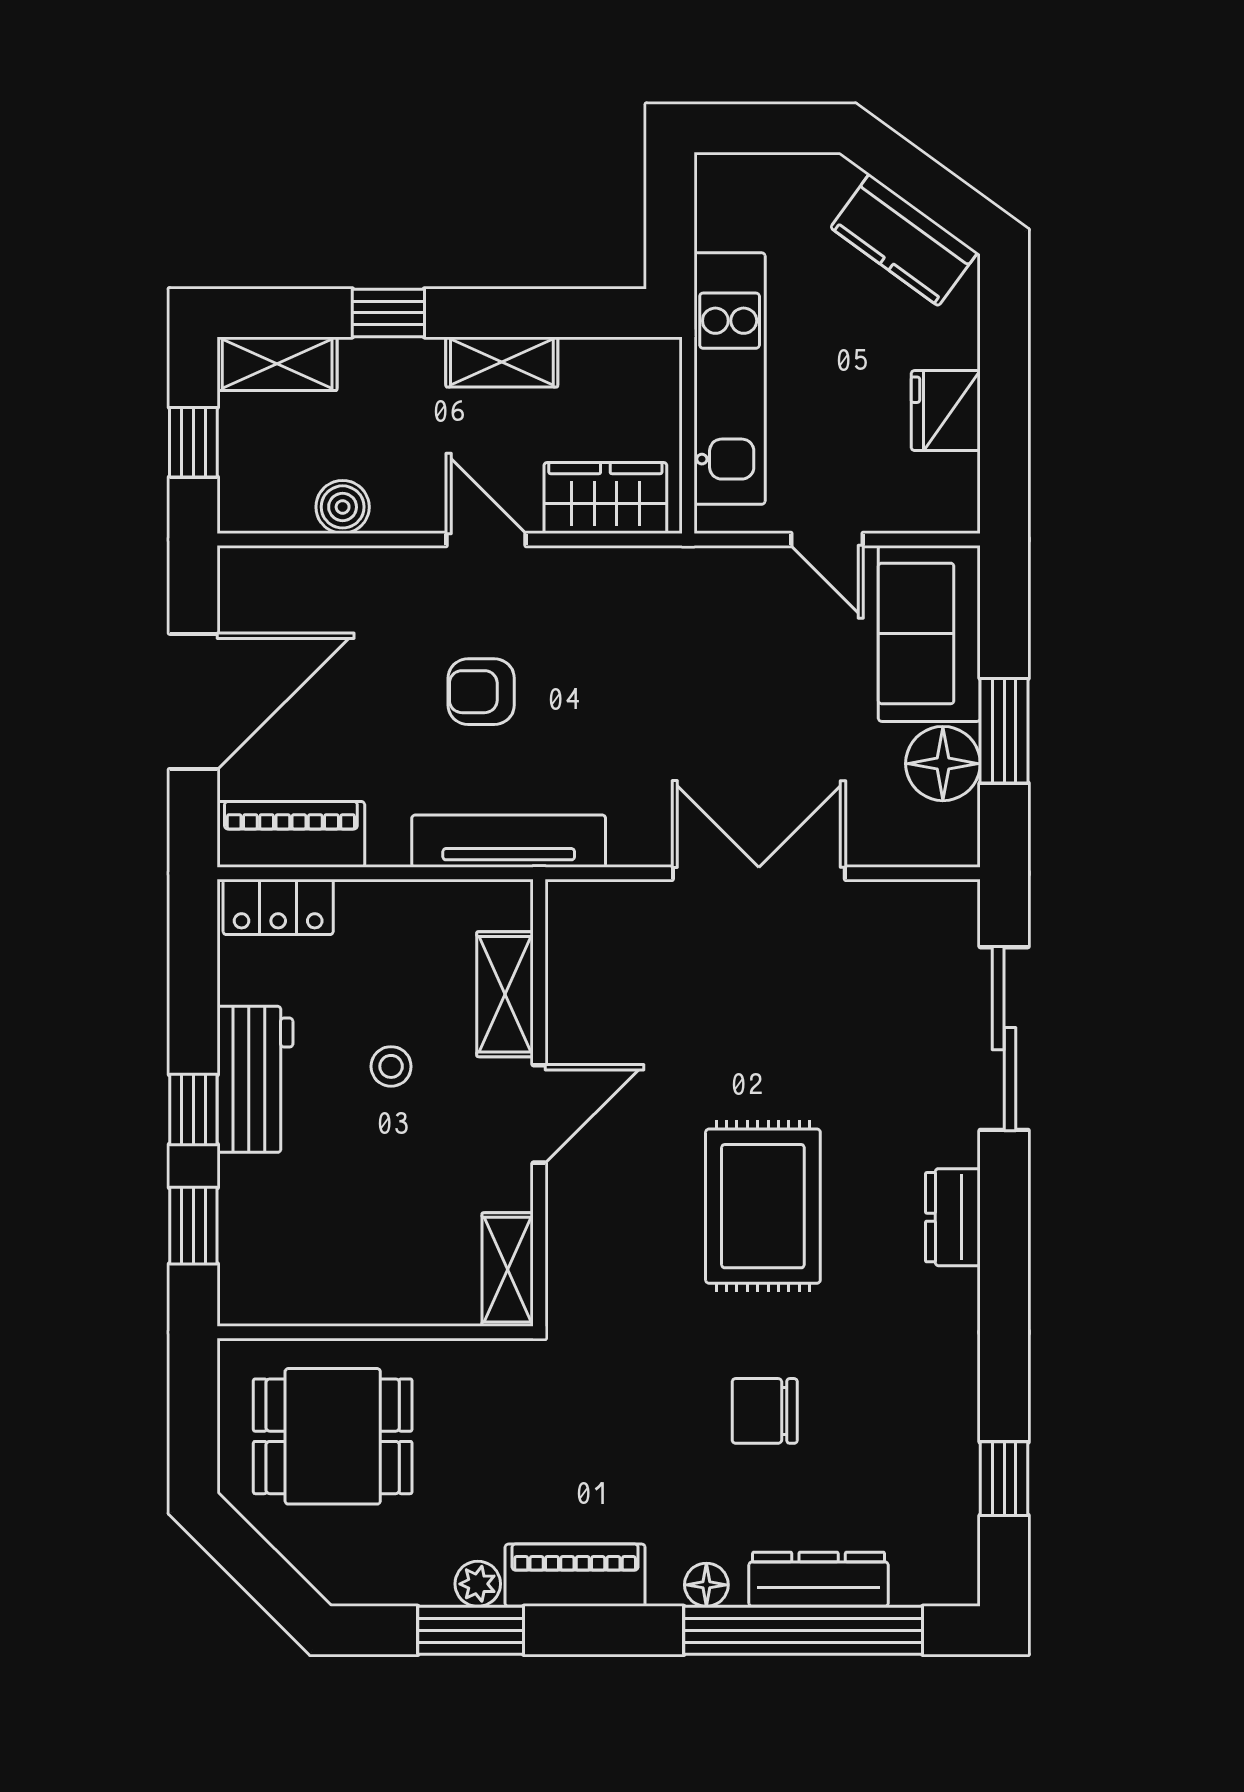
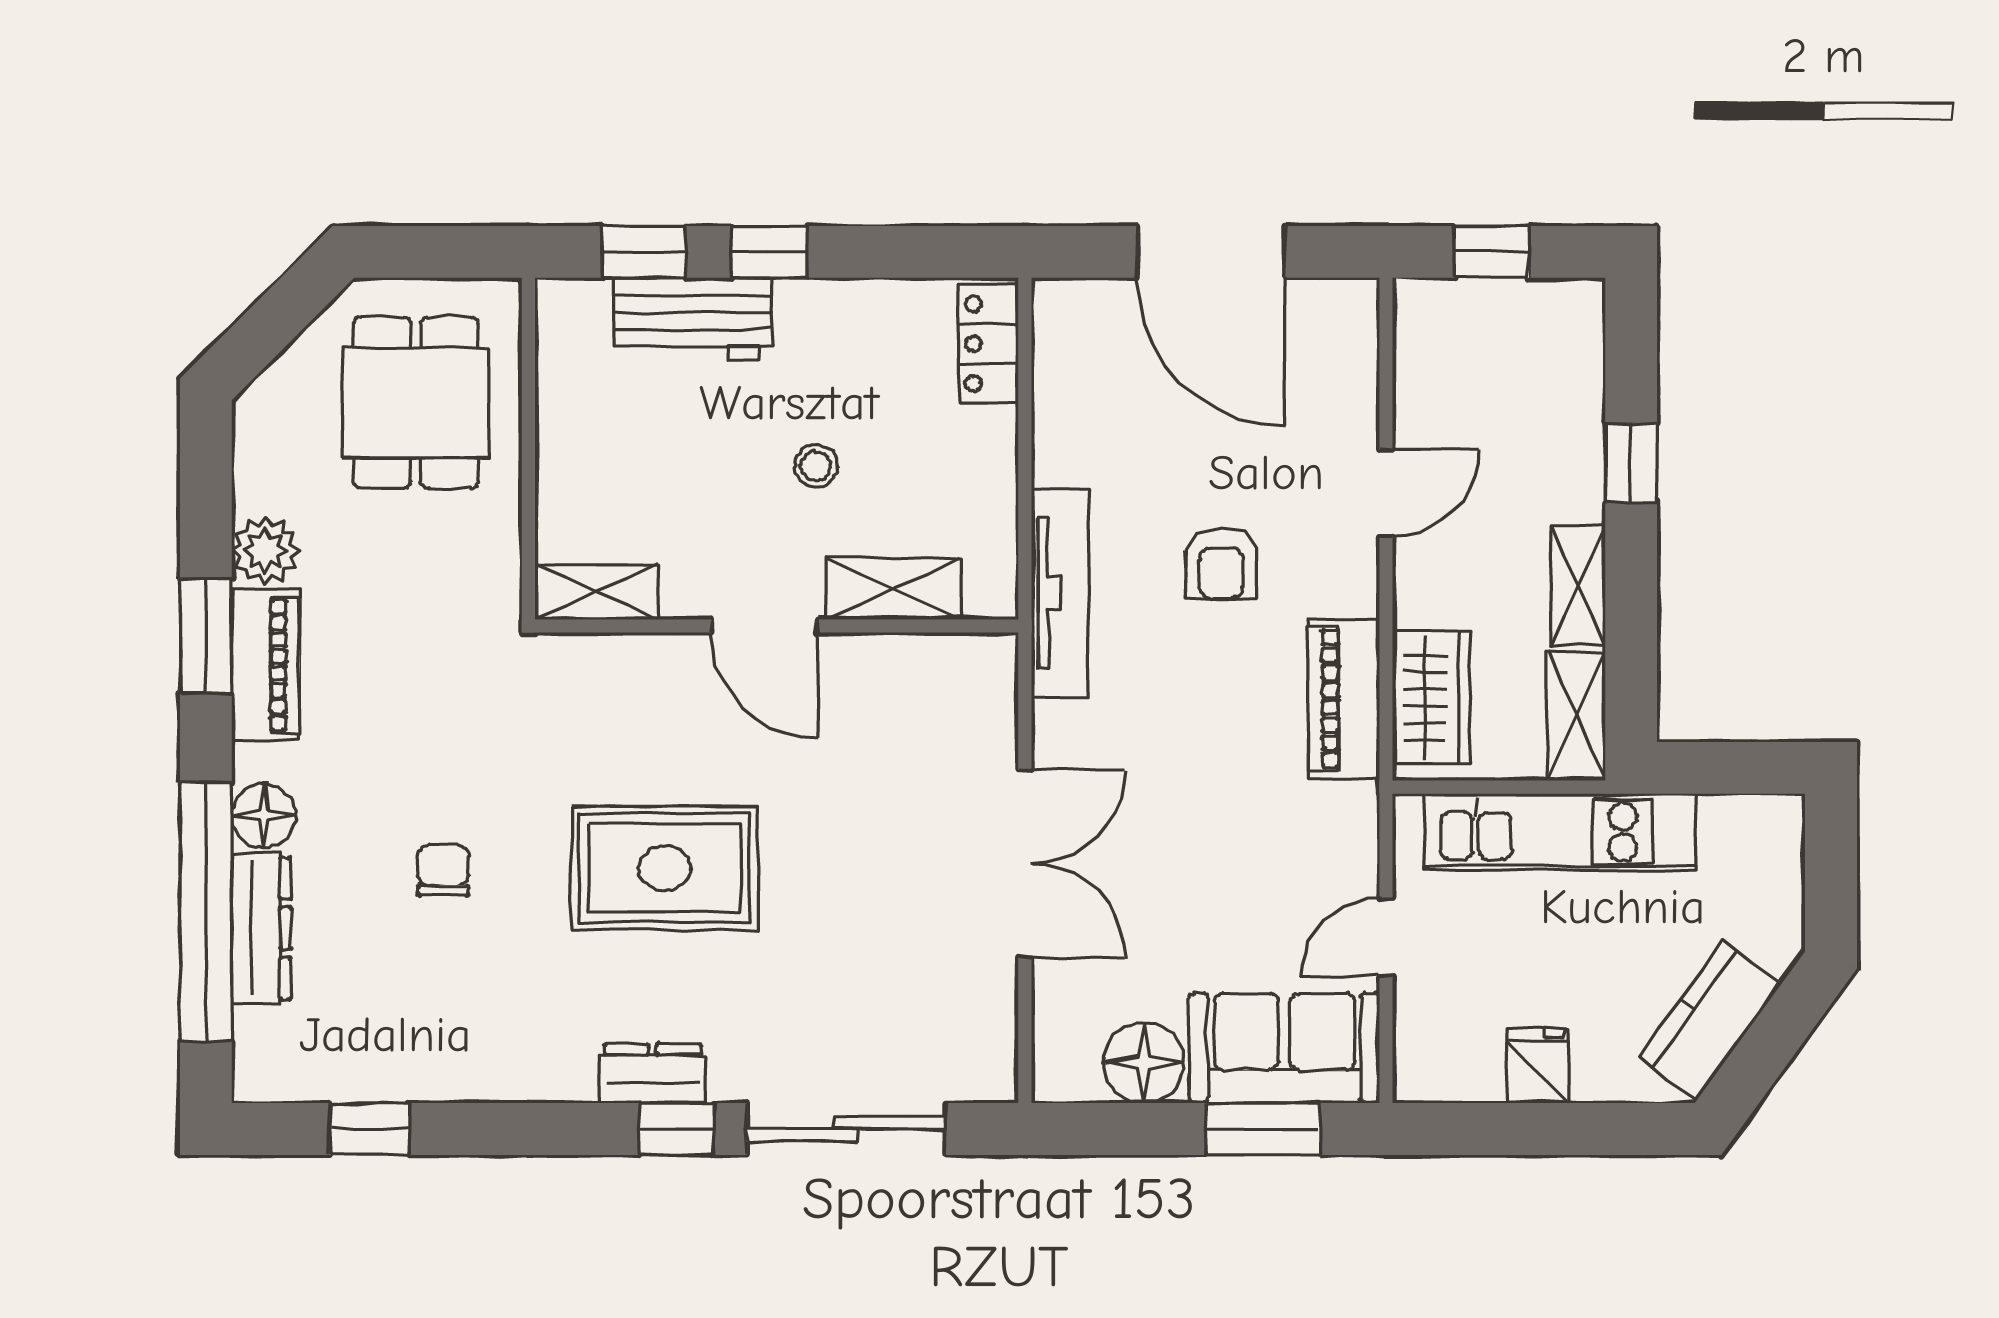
shelving: (277, 364) -> (1576, 716), moved
fridge: (946, 411) -> (1538, 1066), width x0.72
boiler: (343, 507) -> (1421, 413), removed
door: (486, 539) -> (1386, 493), moved
armchair: (481, 692) -> (1221, 563), turned 180
window: (1004, 731) -> (1263, 1129), moved
piano: (291, 834) -> (1344, 699), moved, turned 180
workbench: (255, 1079) -> (693, 319), moved
window: (1004, 1195) -> (677, 1129), added
chair: (765, 1411) -> (443, 870), width x0.73, depth x0.73
plant: (478, 1584) -> (265, 550), width x1.38, depth x1.38
floor lamp: (706, 1585) -> (264, 816), width x1.37, depth x1.37
window: (471, 1630) -> (206, 636), moved

